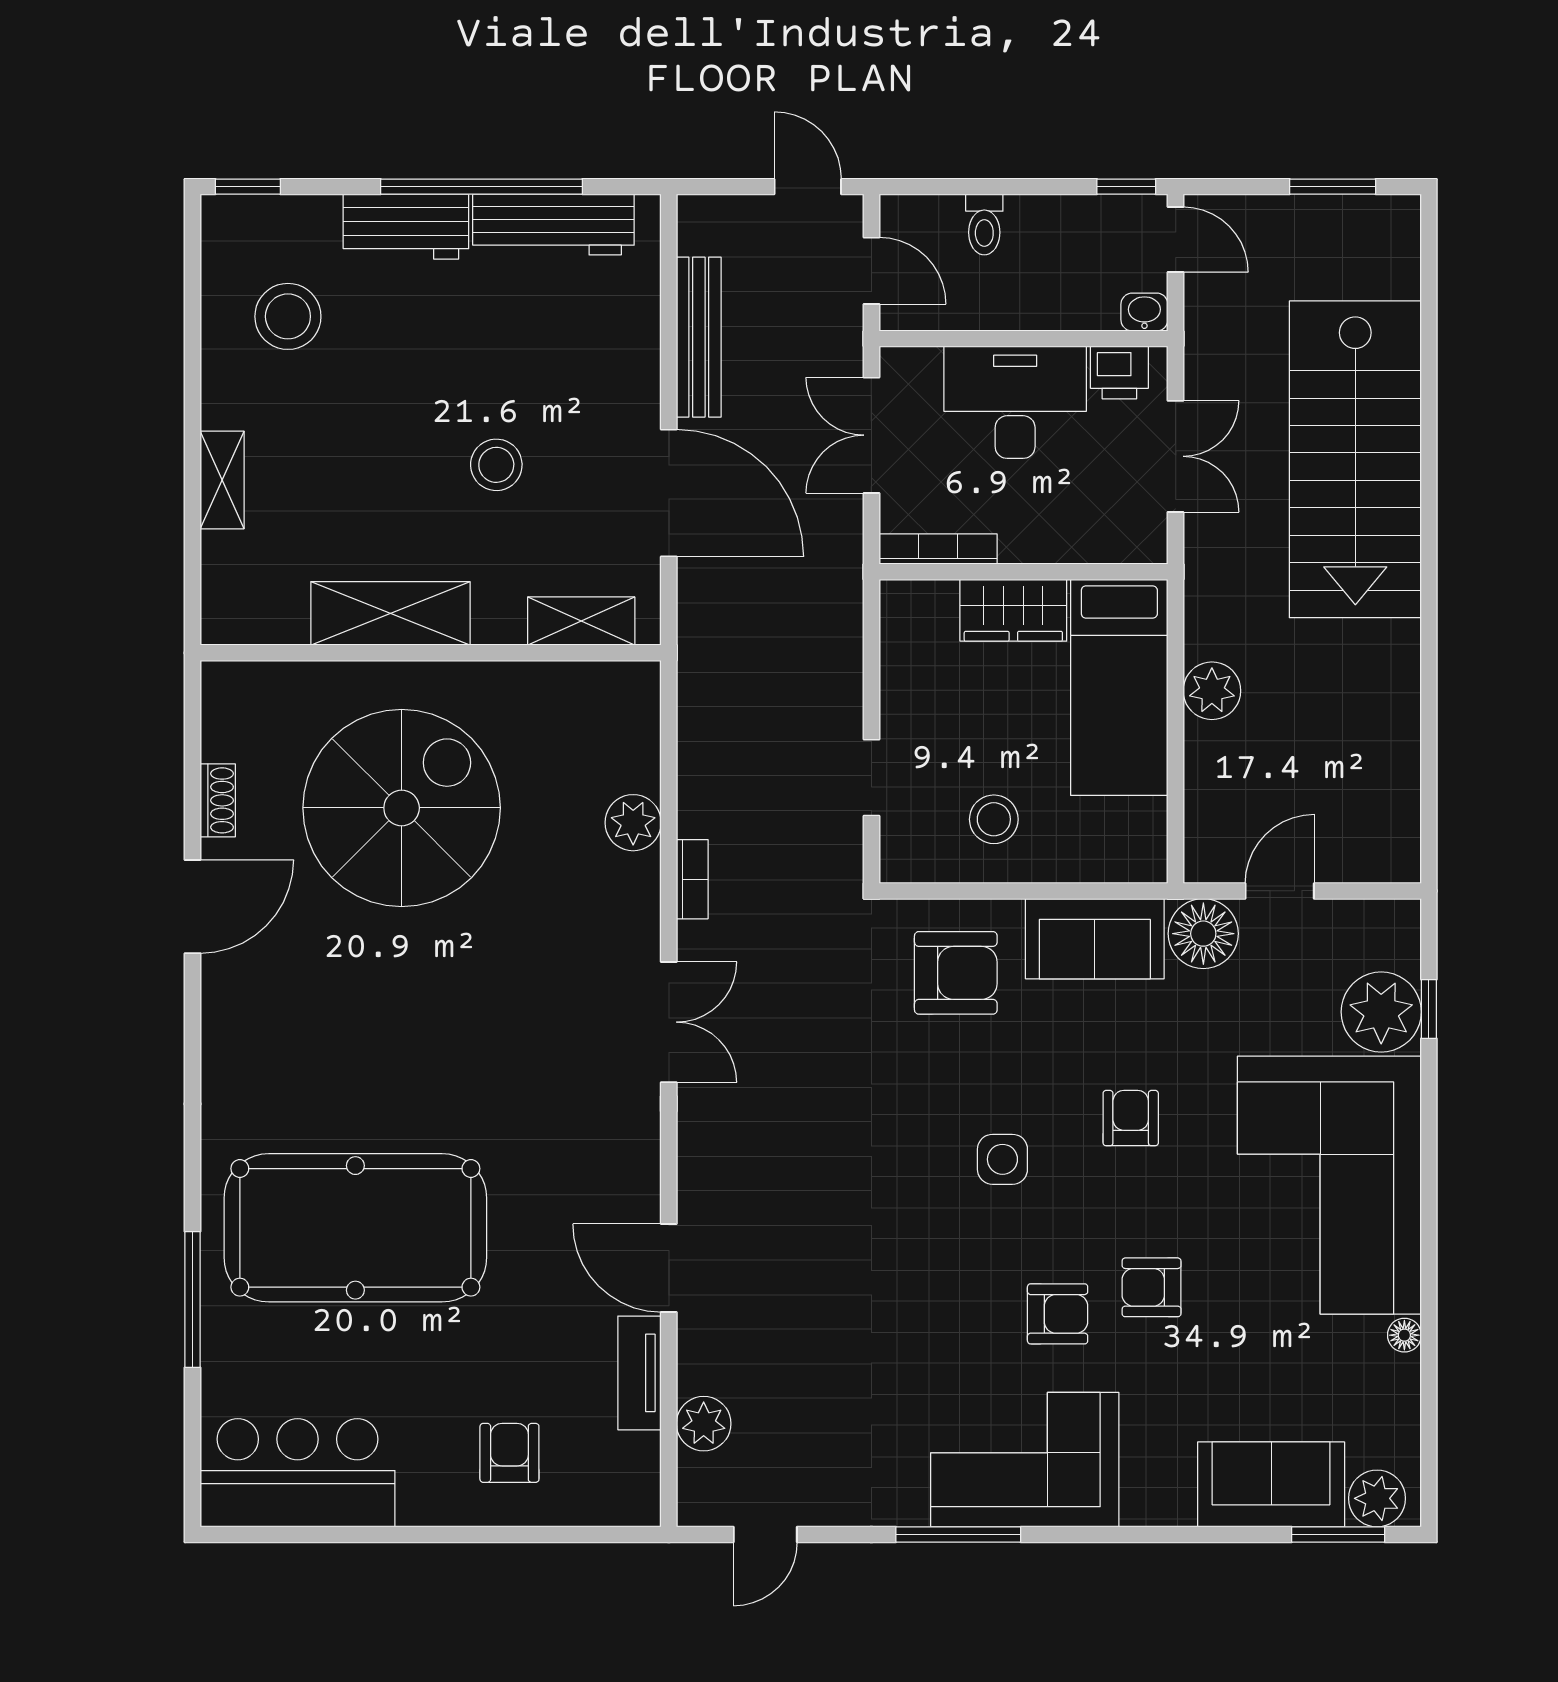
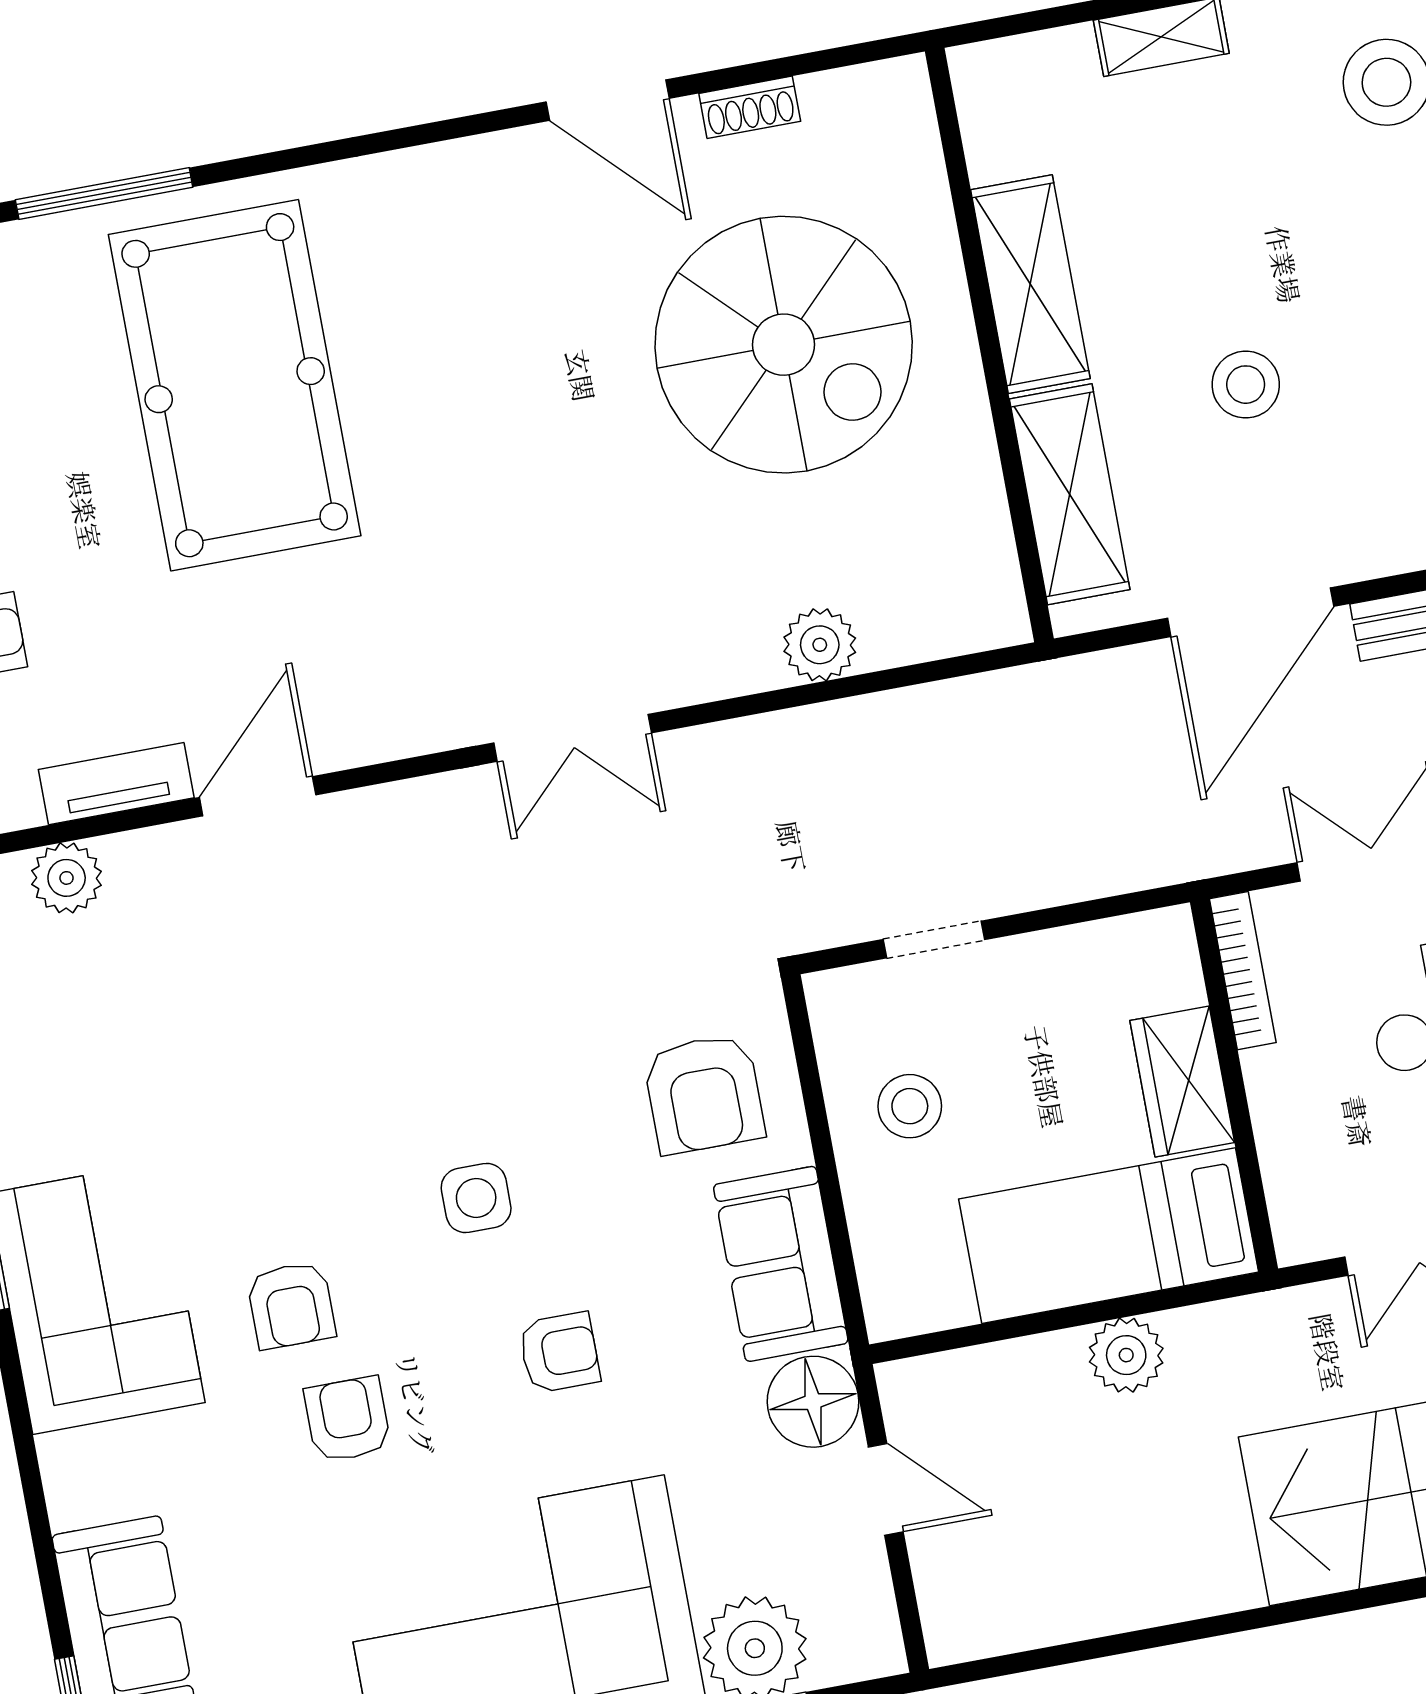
shelving: (581, 621) -> (1070, 494), width x1.50, depth x1.33
bookcase: (692, 879) -> (761, 734), removed

